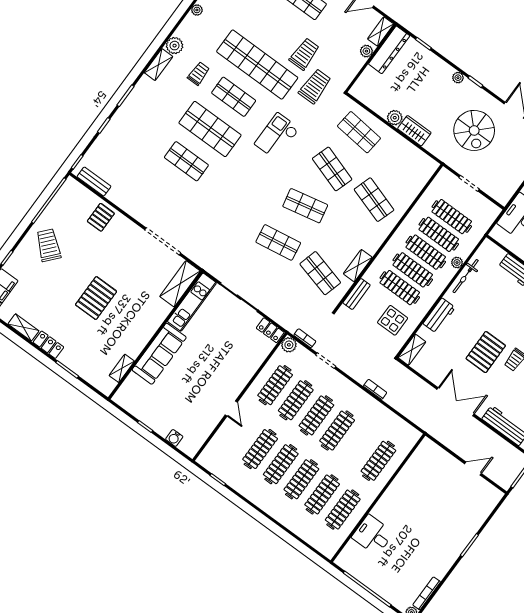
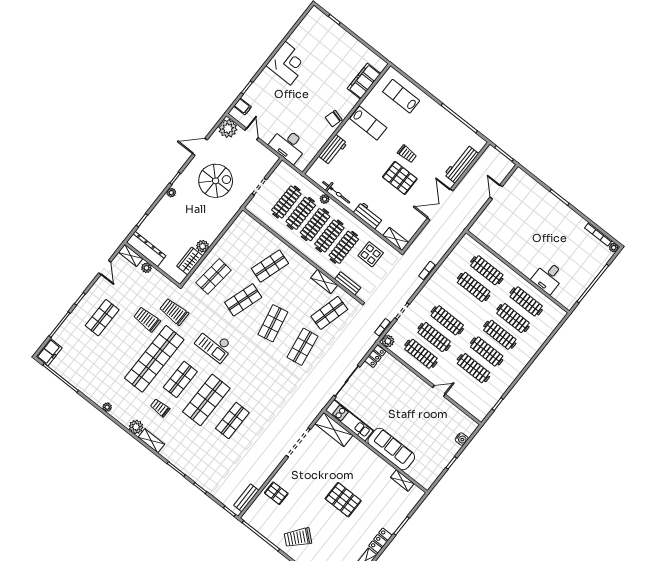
wardrobe: (414, 131) -> (190, 261), moved
clothes rail: (337, 431) -> (474, 287), moved

